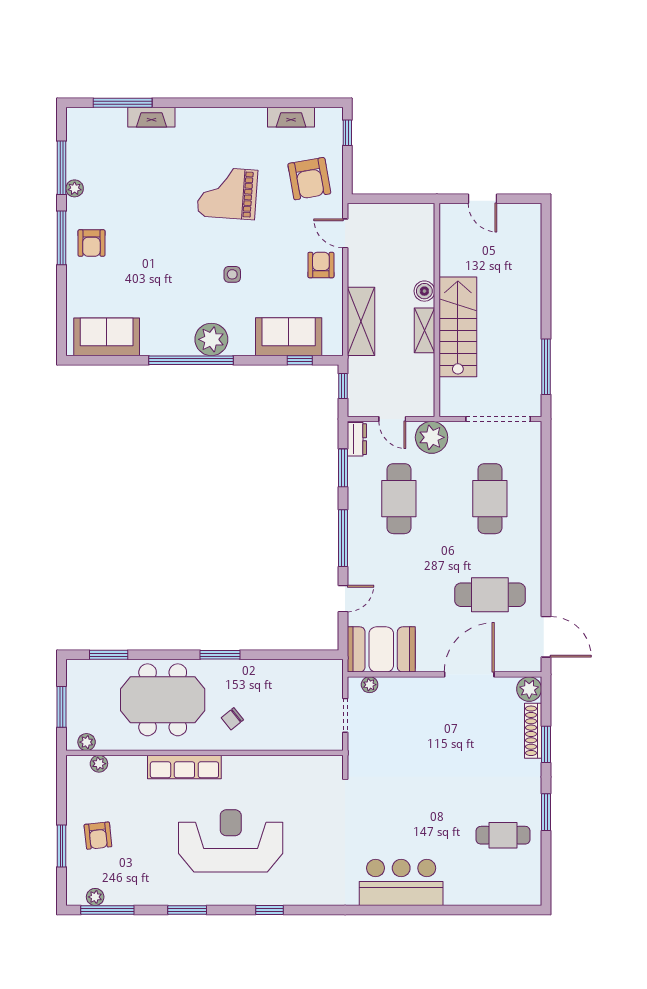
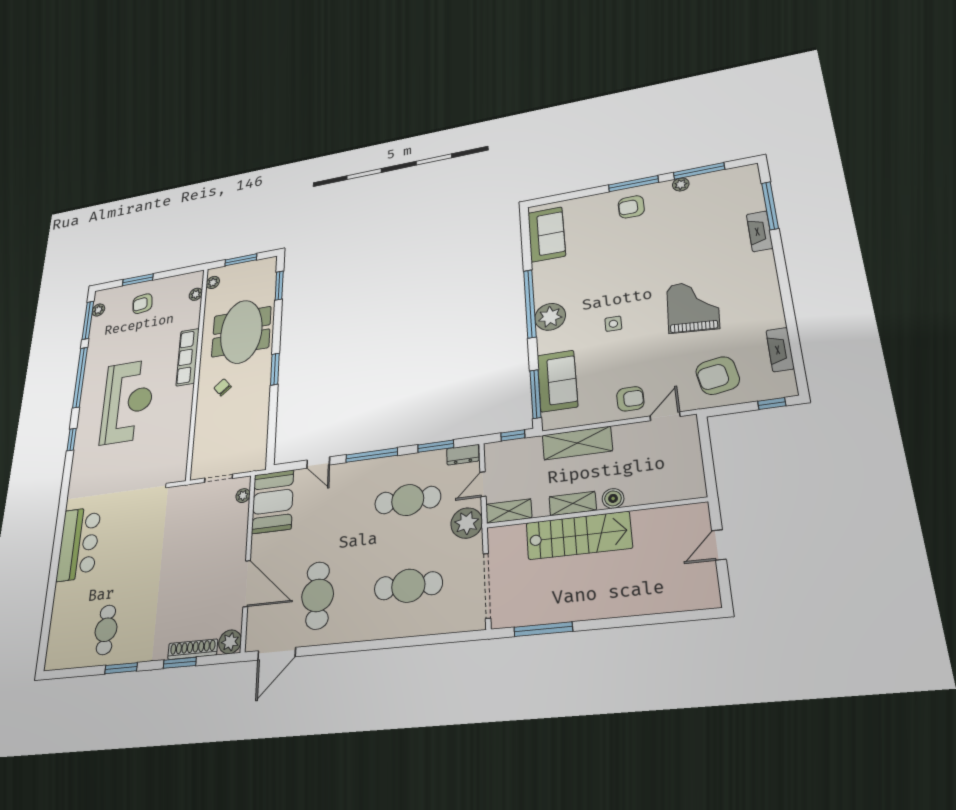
window: (300, 360) -> (535, 394), width x2.17
shelving: (424, 394) -> (509, 511), added
window: (187, 910) -> (80, 377), width x2.11

